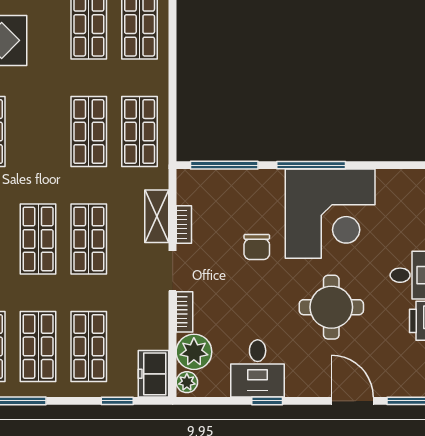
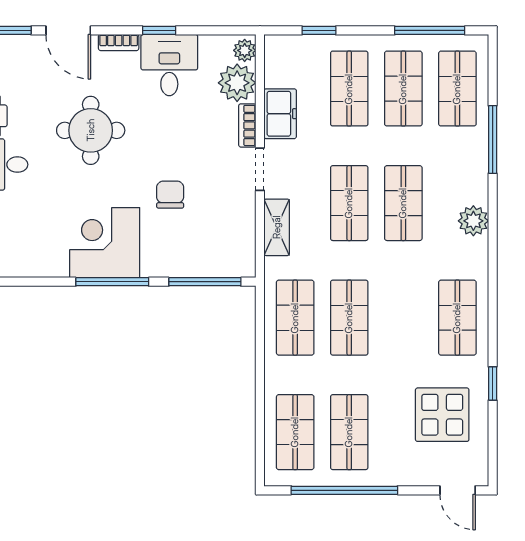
corner desk: (330, 214) -> (105, 243), width x0.74, depth x0.74
bookcase: (184, 224) -> (119, 42), moved, turned -90
freezer: (154, 374) -> (280, 114), moved

